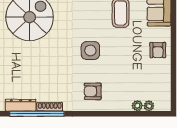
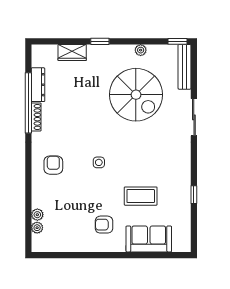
armchair: (158, 50) -> (104, 225), moved
side table: (90, 51) -> (99, 162), width x0.54, depth x0.54

